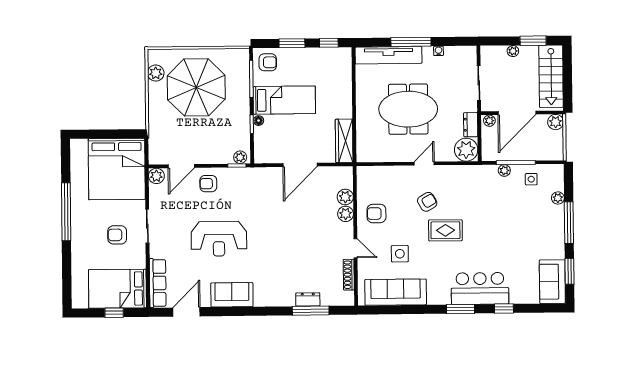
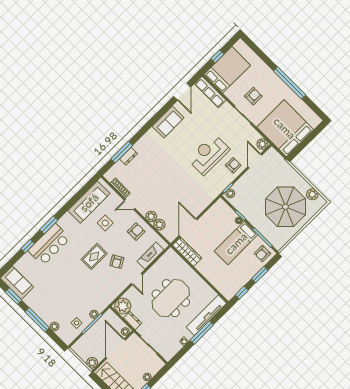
door: (300, 165) -> (188, 228), moved
fireplace: (386, 174) -> (150, 256), added
reception desk: (219, 239) -> (209, 154), moved

